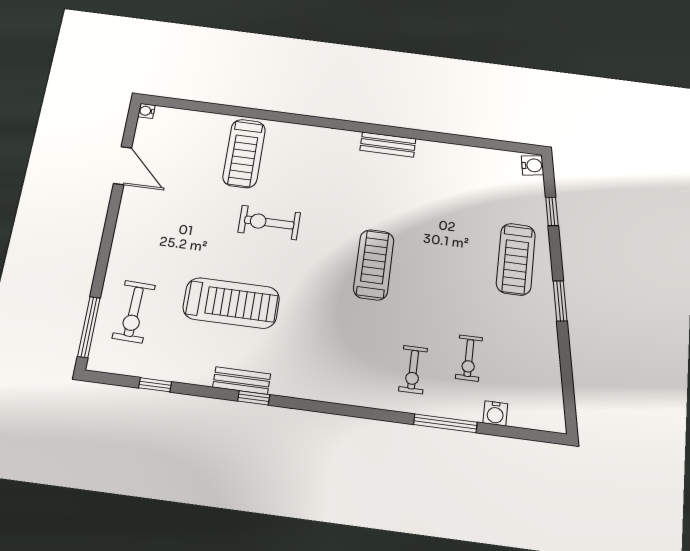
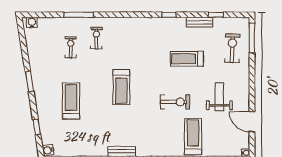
weight bench: (178, 221) -> (219, 97), added
treadmill: (516, 259) -> (71, 101), moved
treadmill: (231, 303) -> (187, 59), width x0.73, depth x0.73
bench: (242, 381) -> (199, 22), moved
water cooler: (495, 413) -> (32, 23), moved

